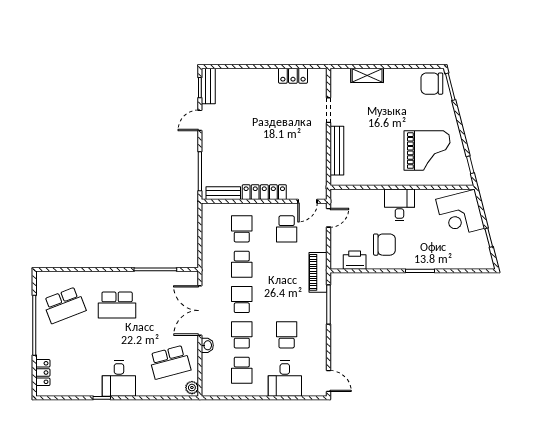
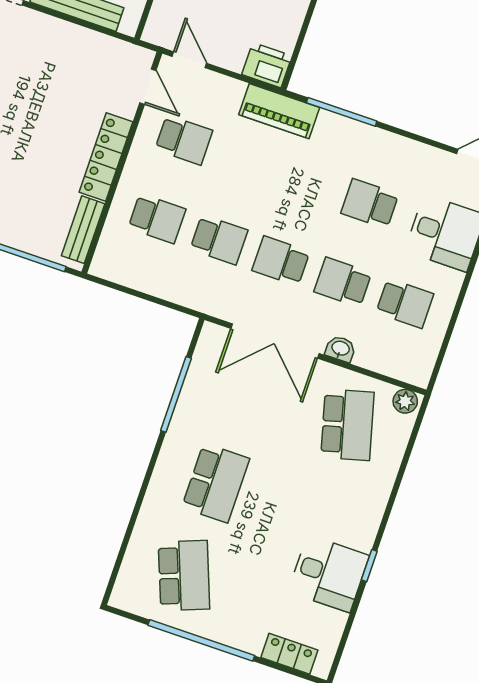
school desk: (242, 229) -> (157, 219), turned 180
printer: (355, 260) -> (267, 65), moved, turned 90
desk: (119, 379) -> (329, 574), moved

